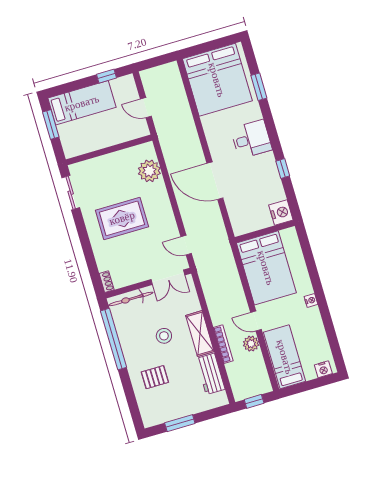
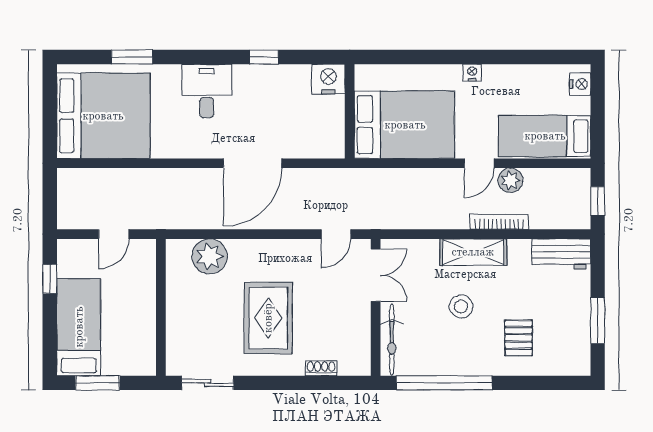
shoe rack: (107, 282) -> (321, 368), moved
workbench: (210, 374) -> (561, 254), moved

